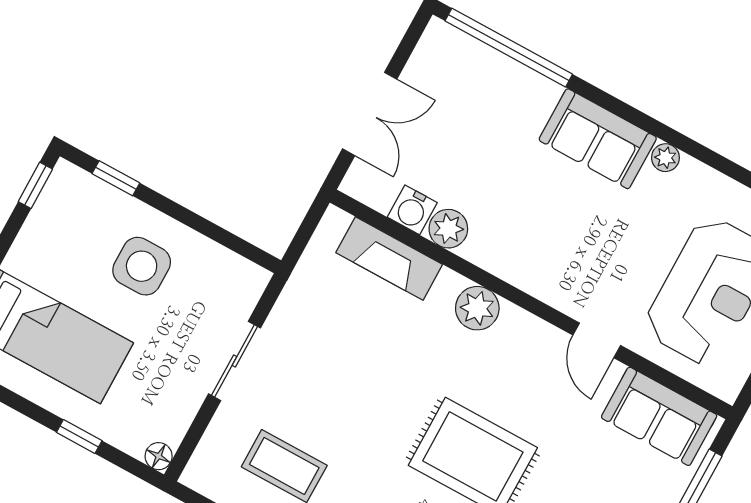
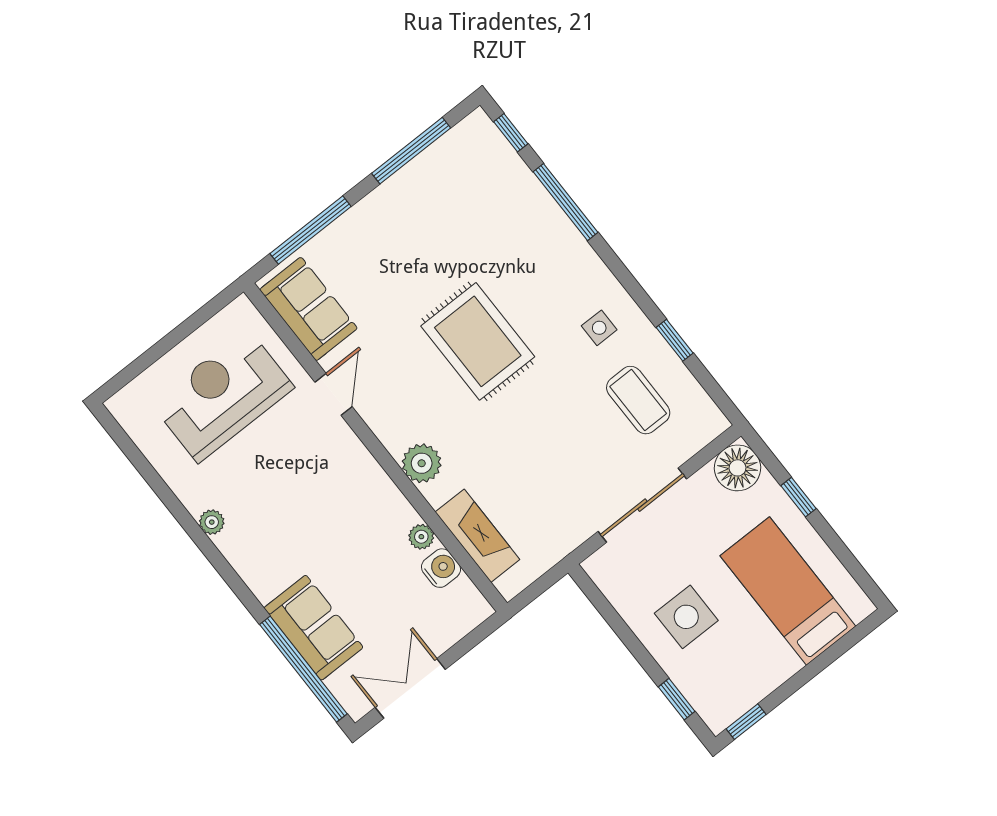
double door: (370, 114) -> (410, 688), moved
sofa: (598, 139) -> (313, 628), moved
plant: (448, 229) -> (421, 537), width x0.73, depth x0.73
sliding door: (235, 361) -> (642, 505), width x1.37
floor lamp: (159, 456) -> (737, 468), width x1.89, depth x1.89

